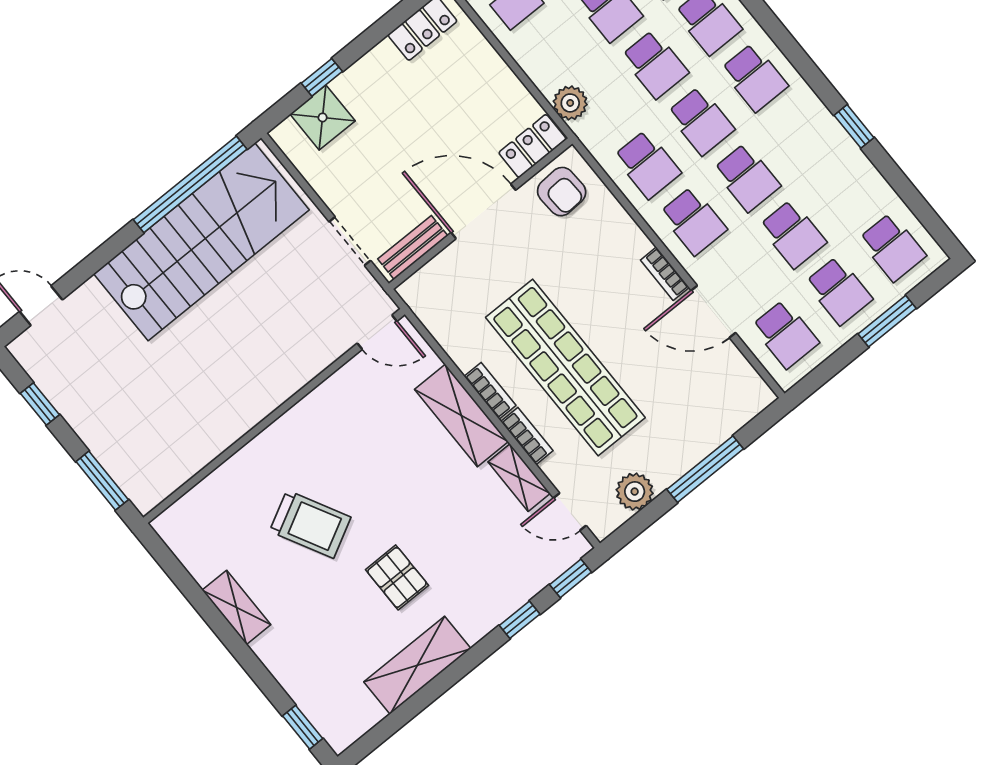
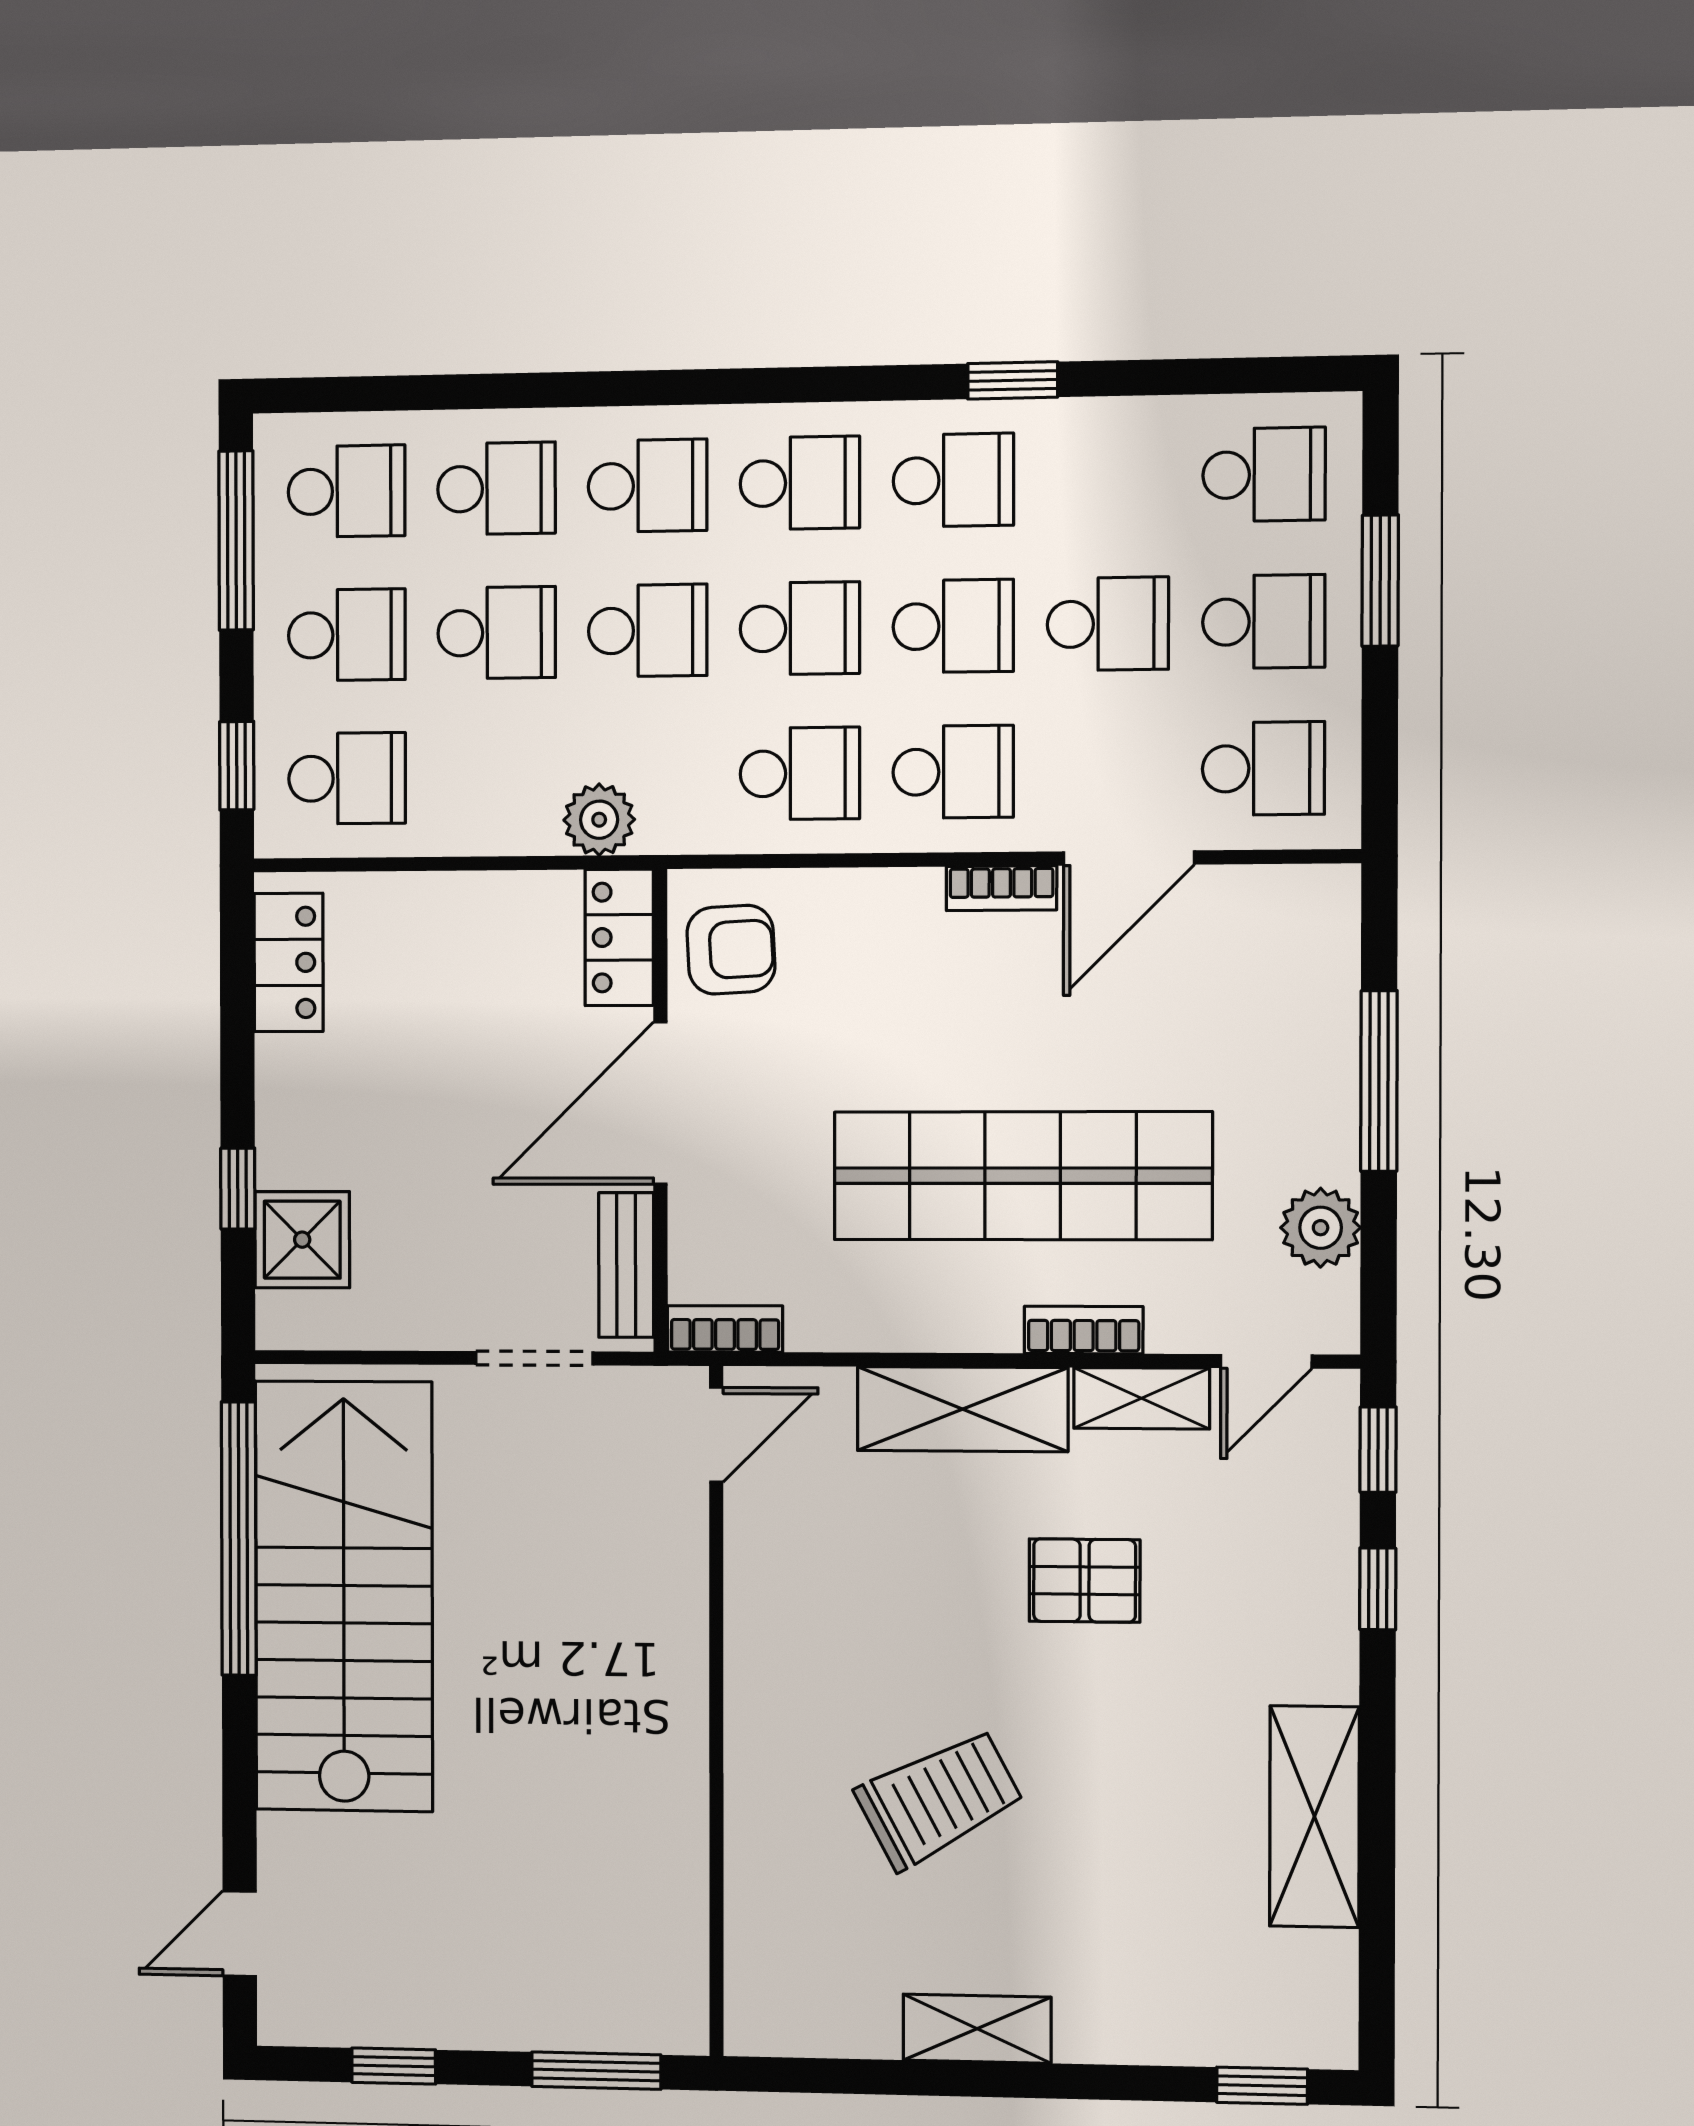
school desk: (800, 134) -> (953, 480), added
bookcase: (490, 391) -> (725, 1329), moved
pallet: (397, 577) -> (1085, 1581), moved

